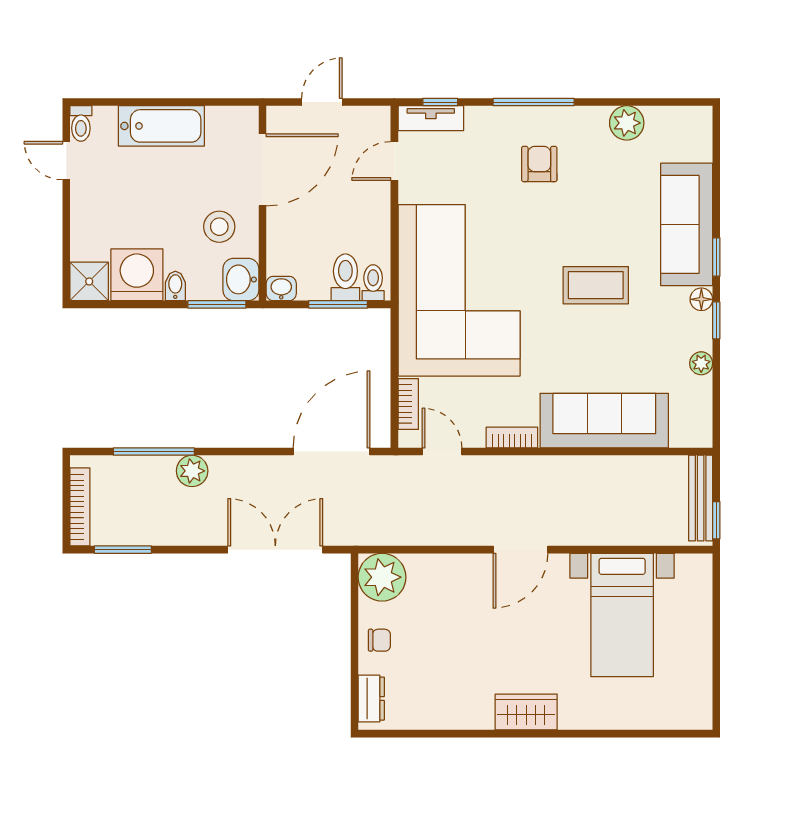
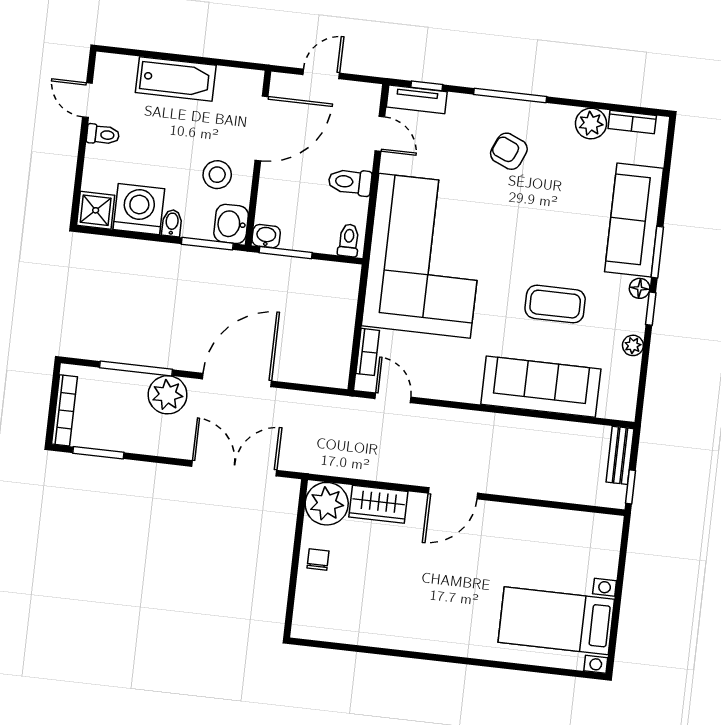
toilet: (81, 123) -> (103, 135), moved, turned -90
door: (394, 161) -> (380, 134), swing flipped
armchair: (539, 164) -> (509, 151), turned -67
window: (716, 257) -> (657, 252), width x1.50
toilet: (345, 277) -> (350, 182), moved, turned -90
coffee table: (596, 285) -> (555, 304), moved
window: (338, 304) -> (286, 253), moved
bookcase: (512, 438) -> (632, 122), moved, turned 180
door: (332, 452) -> (237, 380), moved
plant: (192, 471) -> (168, 395), width x1.36, depth x1.36
bench: (701, 498) -> (620, 455), width x0.73
bed with nightstands: (622, 615) -> (556, 621), moved, turned 90
chair: (379, 640) -> (318, 560), turned -90
dresser: (371, 699) -> (305, 611), removed
wardrobe: (526, 712) -> (378, 504), moved, turned 180

